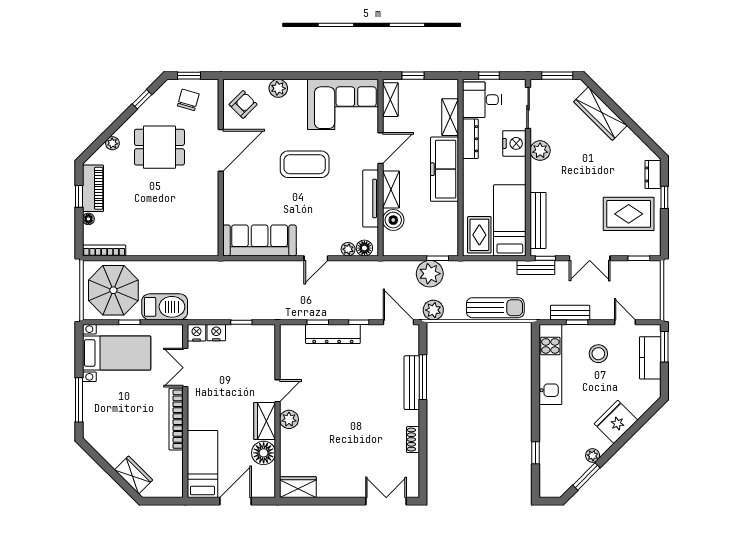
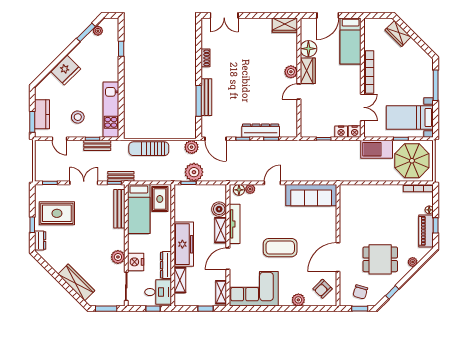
plant: (593, 456) -> (98, 31), moved

